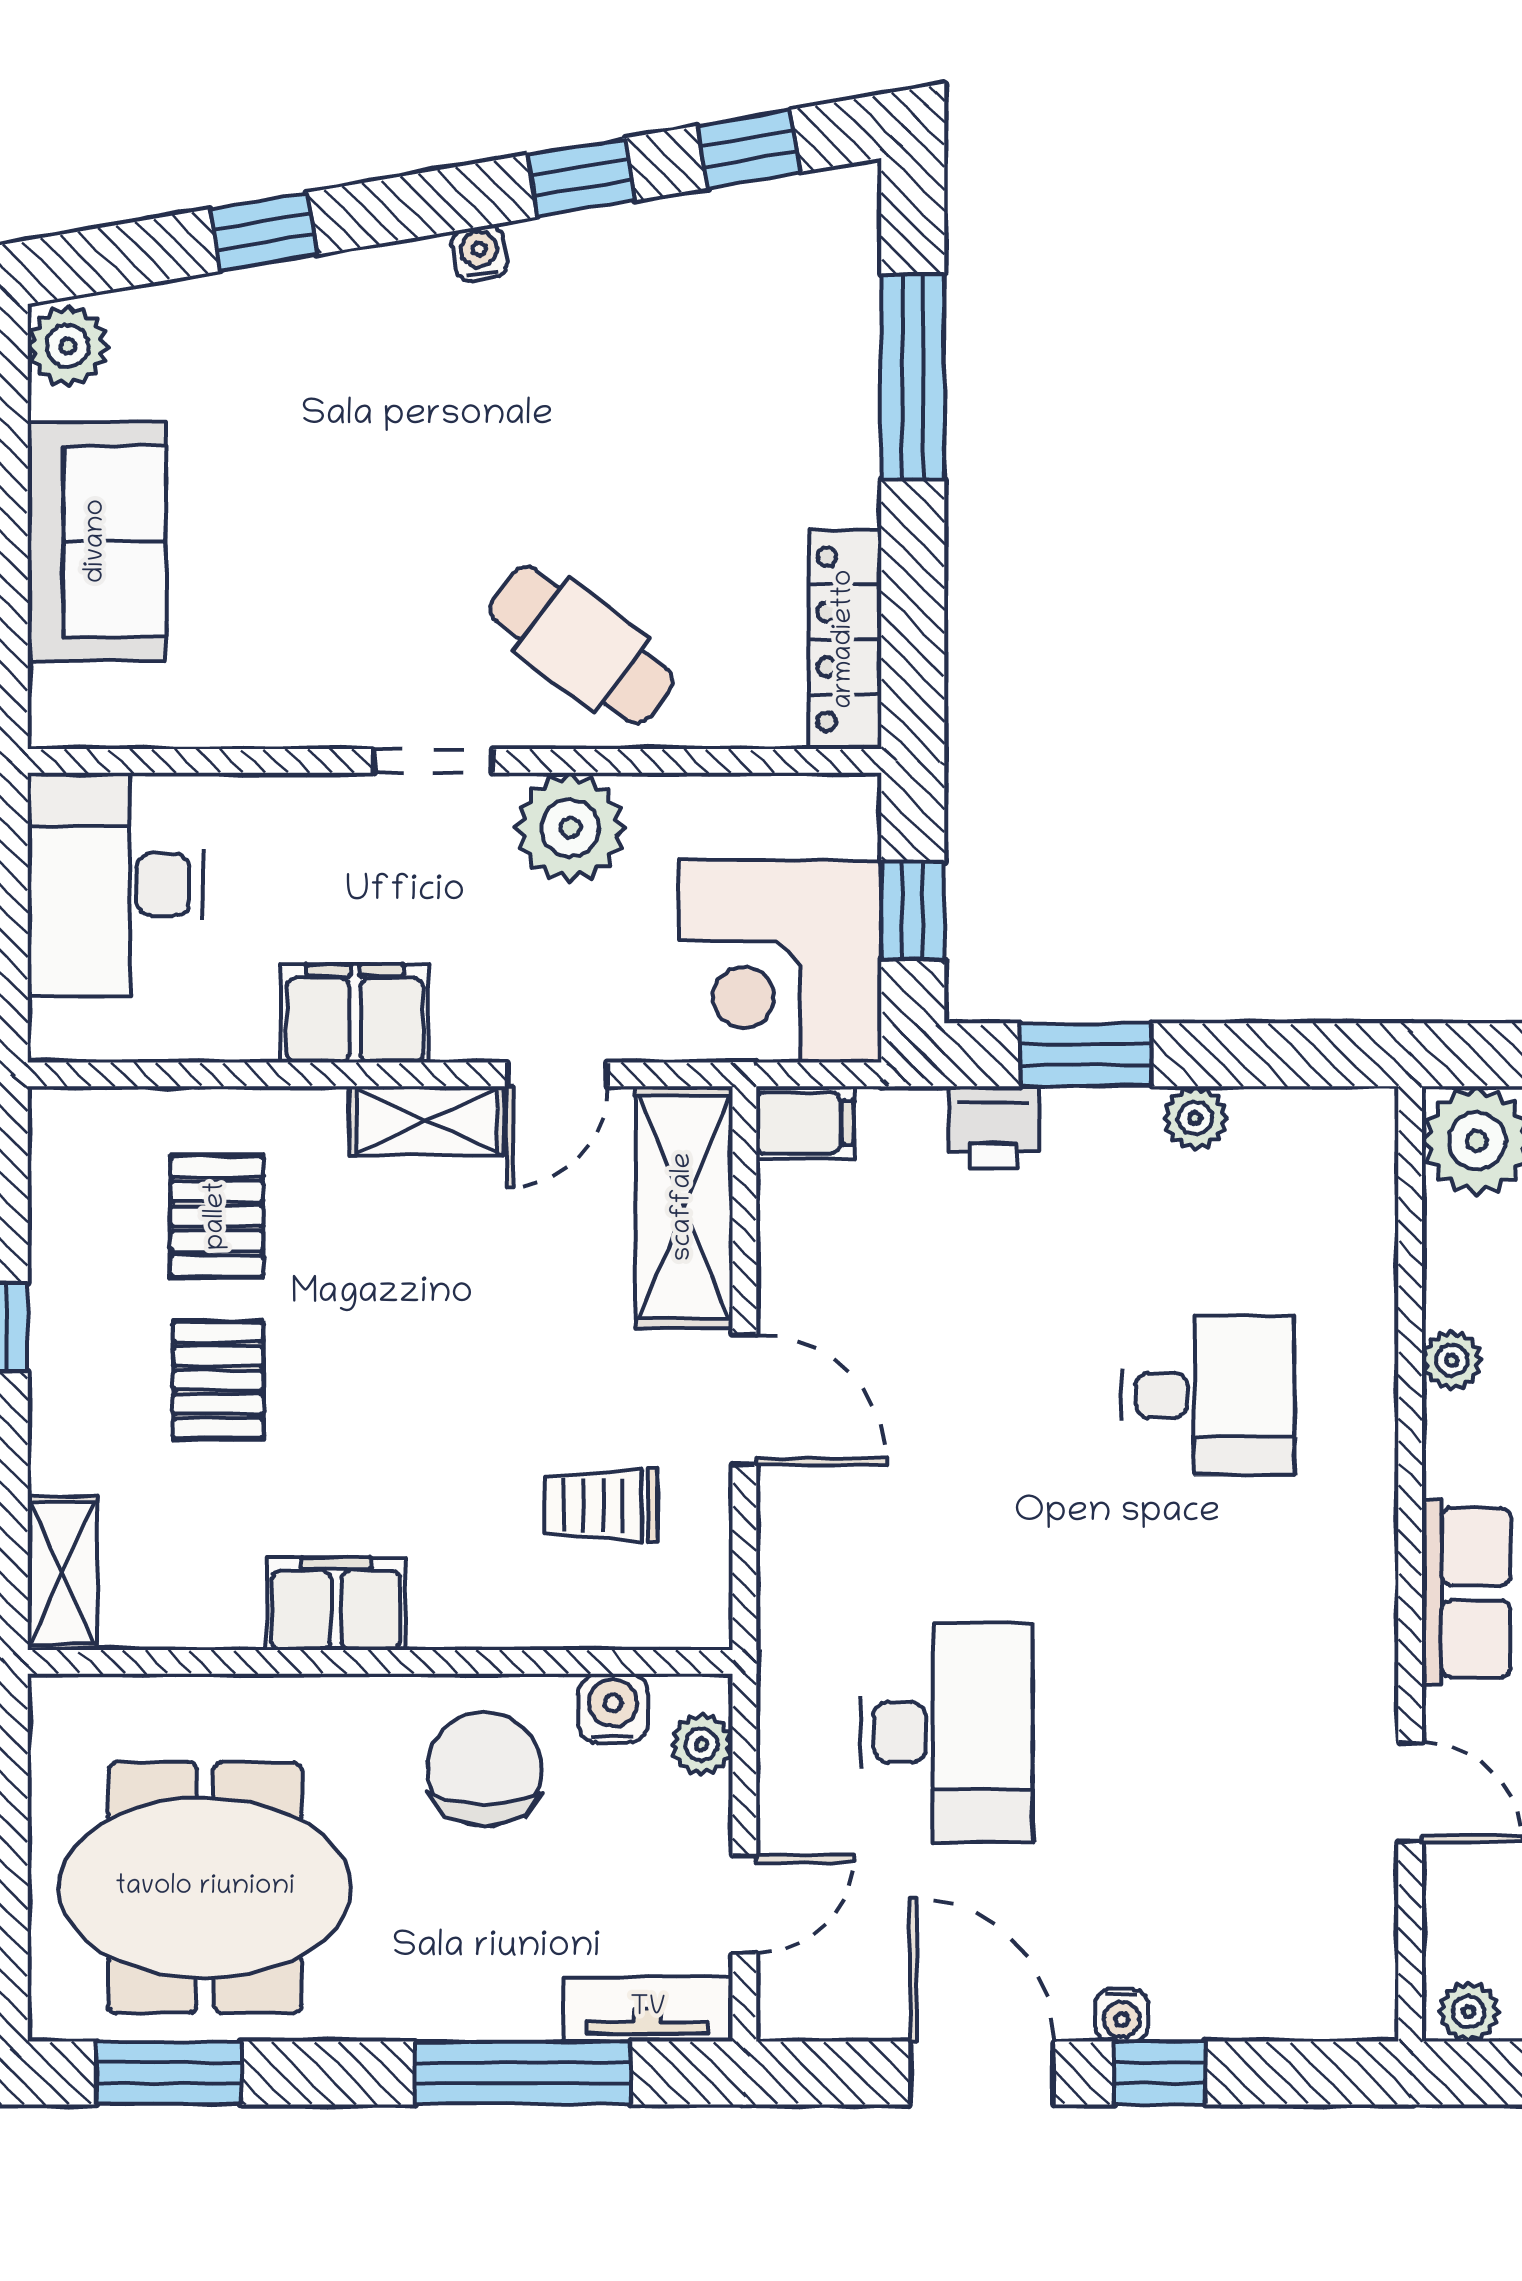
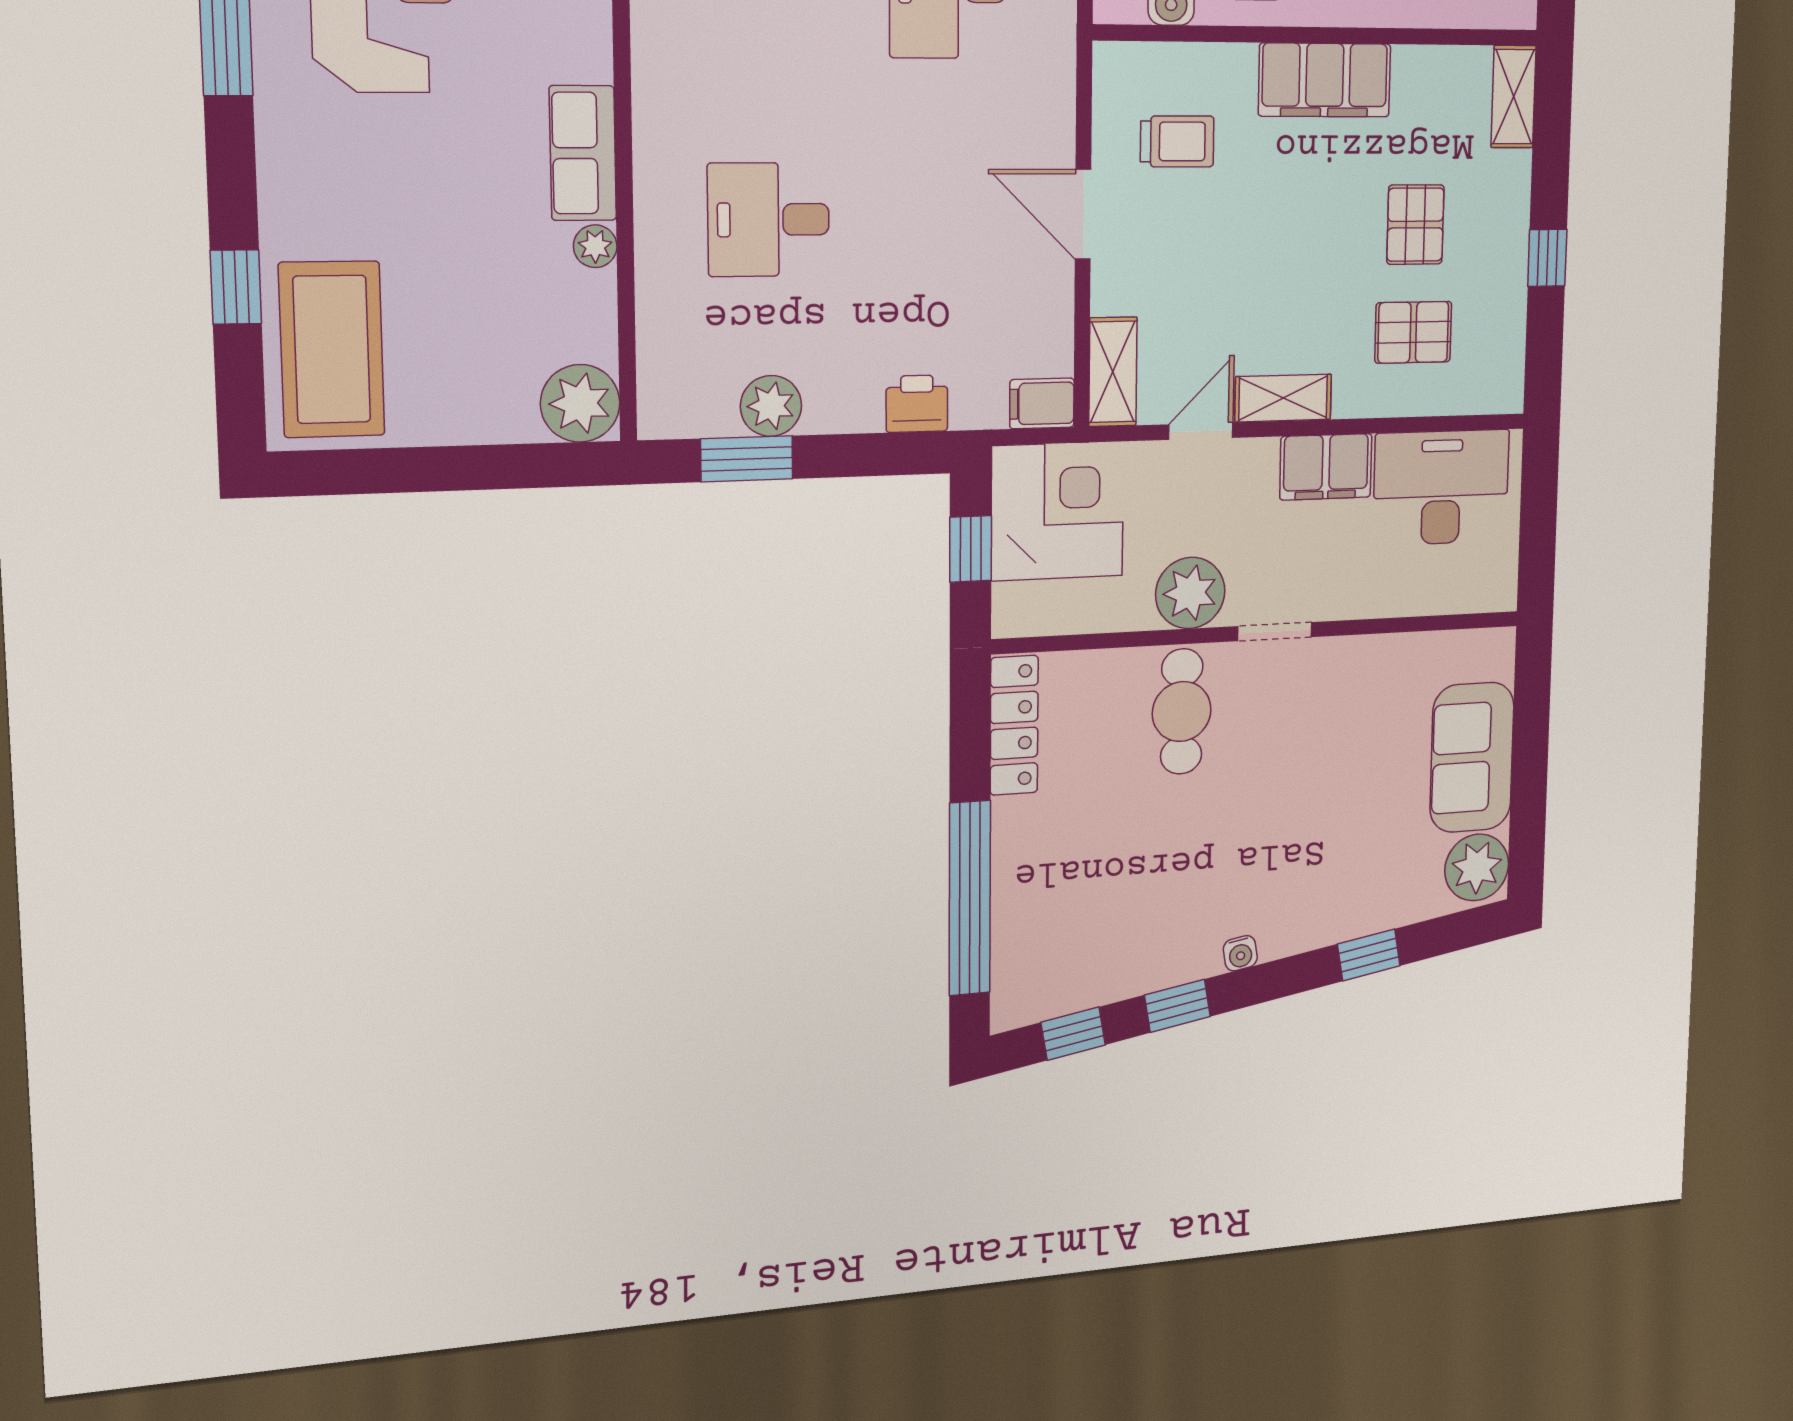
plant: (68, 346) -> (1477, 867), width x1.36, depth x1.36
window: (913, 377) -> (970, 898), width x1.46
cafe table: (581, 645) -> (1182, 712), turned 53
desk: (116, 885) -> (1441, 487), moved, turned -90
window: (1086, 1055) -> (747, 459), moved
plant: (1195, 1118) -> (771, 406), width x1.38, depth x1.38
shelving: (684, 1207) -> (1113, 372), width x0.67, depth x0.75
pallet: (217, 1216) -> (1413, 332), turned 90
row of seats: (1466, 1592) -> (583, 153), moved
filing cabinet: (336, 1604) -> (1325, 80), width x1.50, depth x1.17

